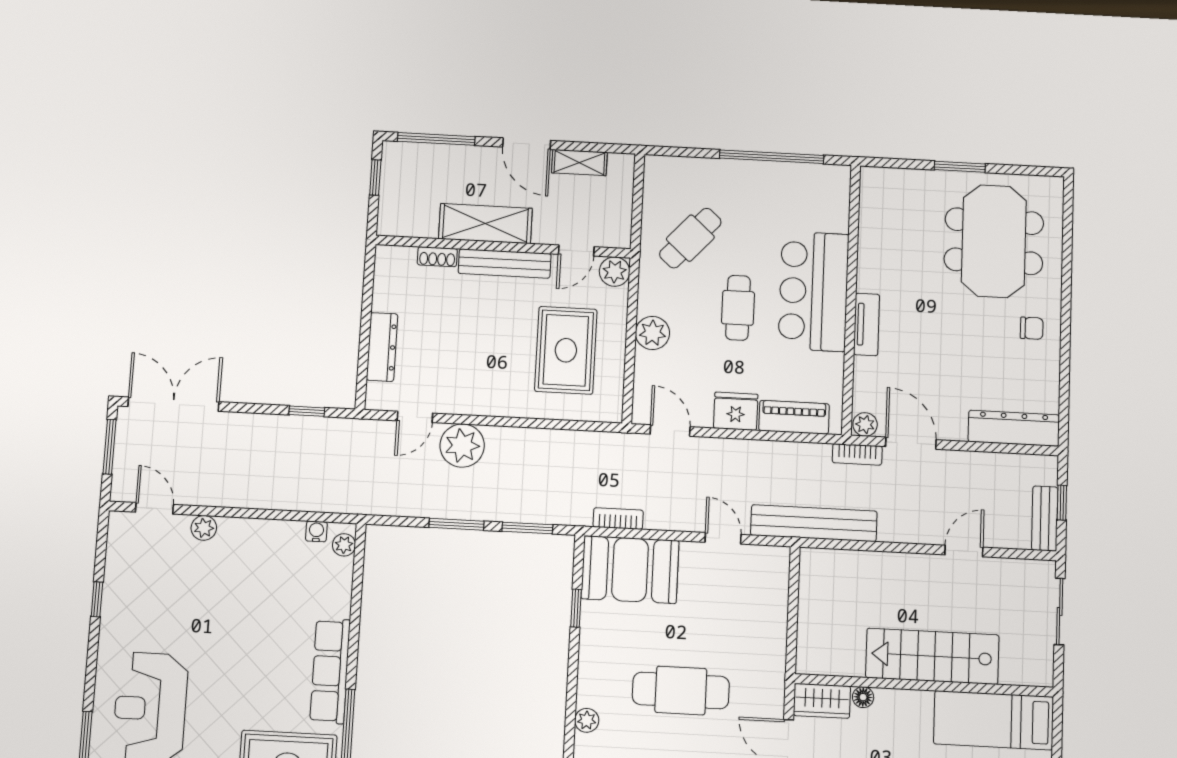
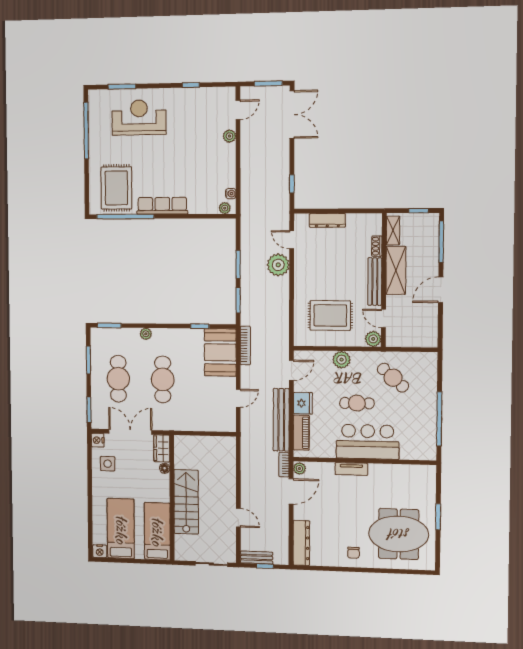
shelving: (579, 163) -> (393, 231), moved
bookcase: (618, 519) -> (245, 346), width x1.56
bench: (814, 523) -> (281, 420), moved

